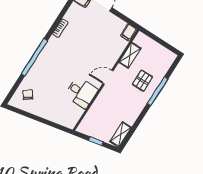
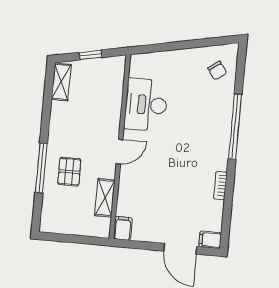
desk: (81, 92) -> (146, 105), width x1.37

